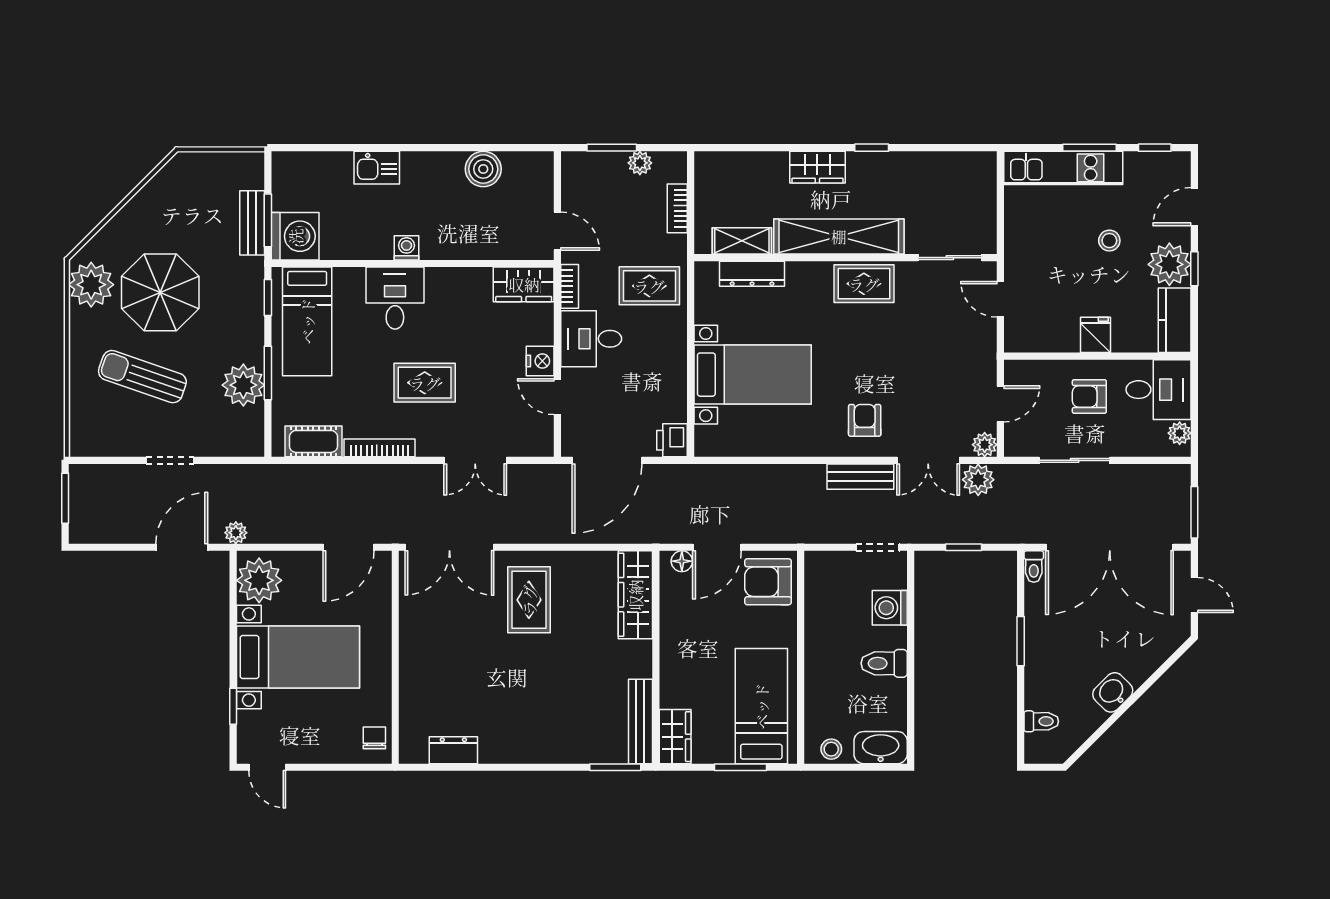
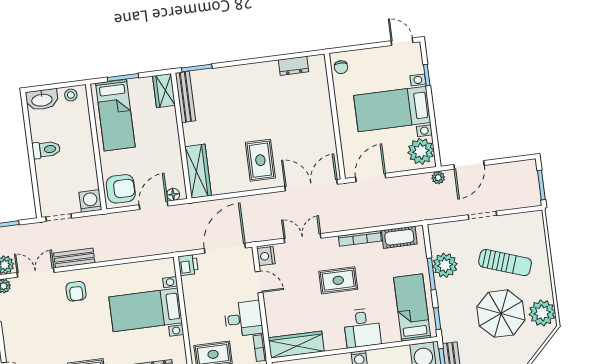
wardrobe: (524, 284) -> (296, 345), width x1.50
nightstand: (540, 361) -> (266, 256), moved
washing machine: (890, 608) -> (90, 201), moved, turned -90

